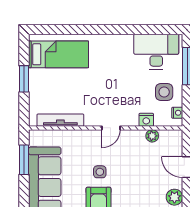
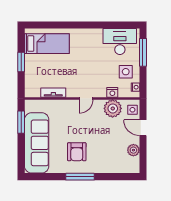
tv unit: (60, 120) -> (53, 93), width x0.71
plant: (152, 136) -> (113, 108), width x1.87, depth x1.87
side table: (100, 172) -> (132, 110), moved

